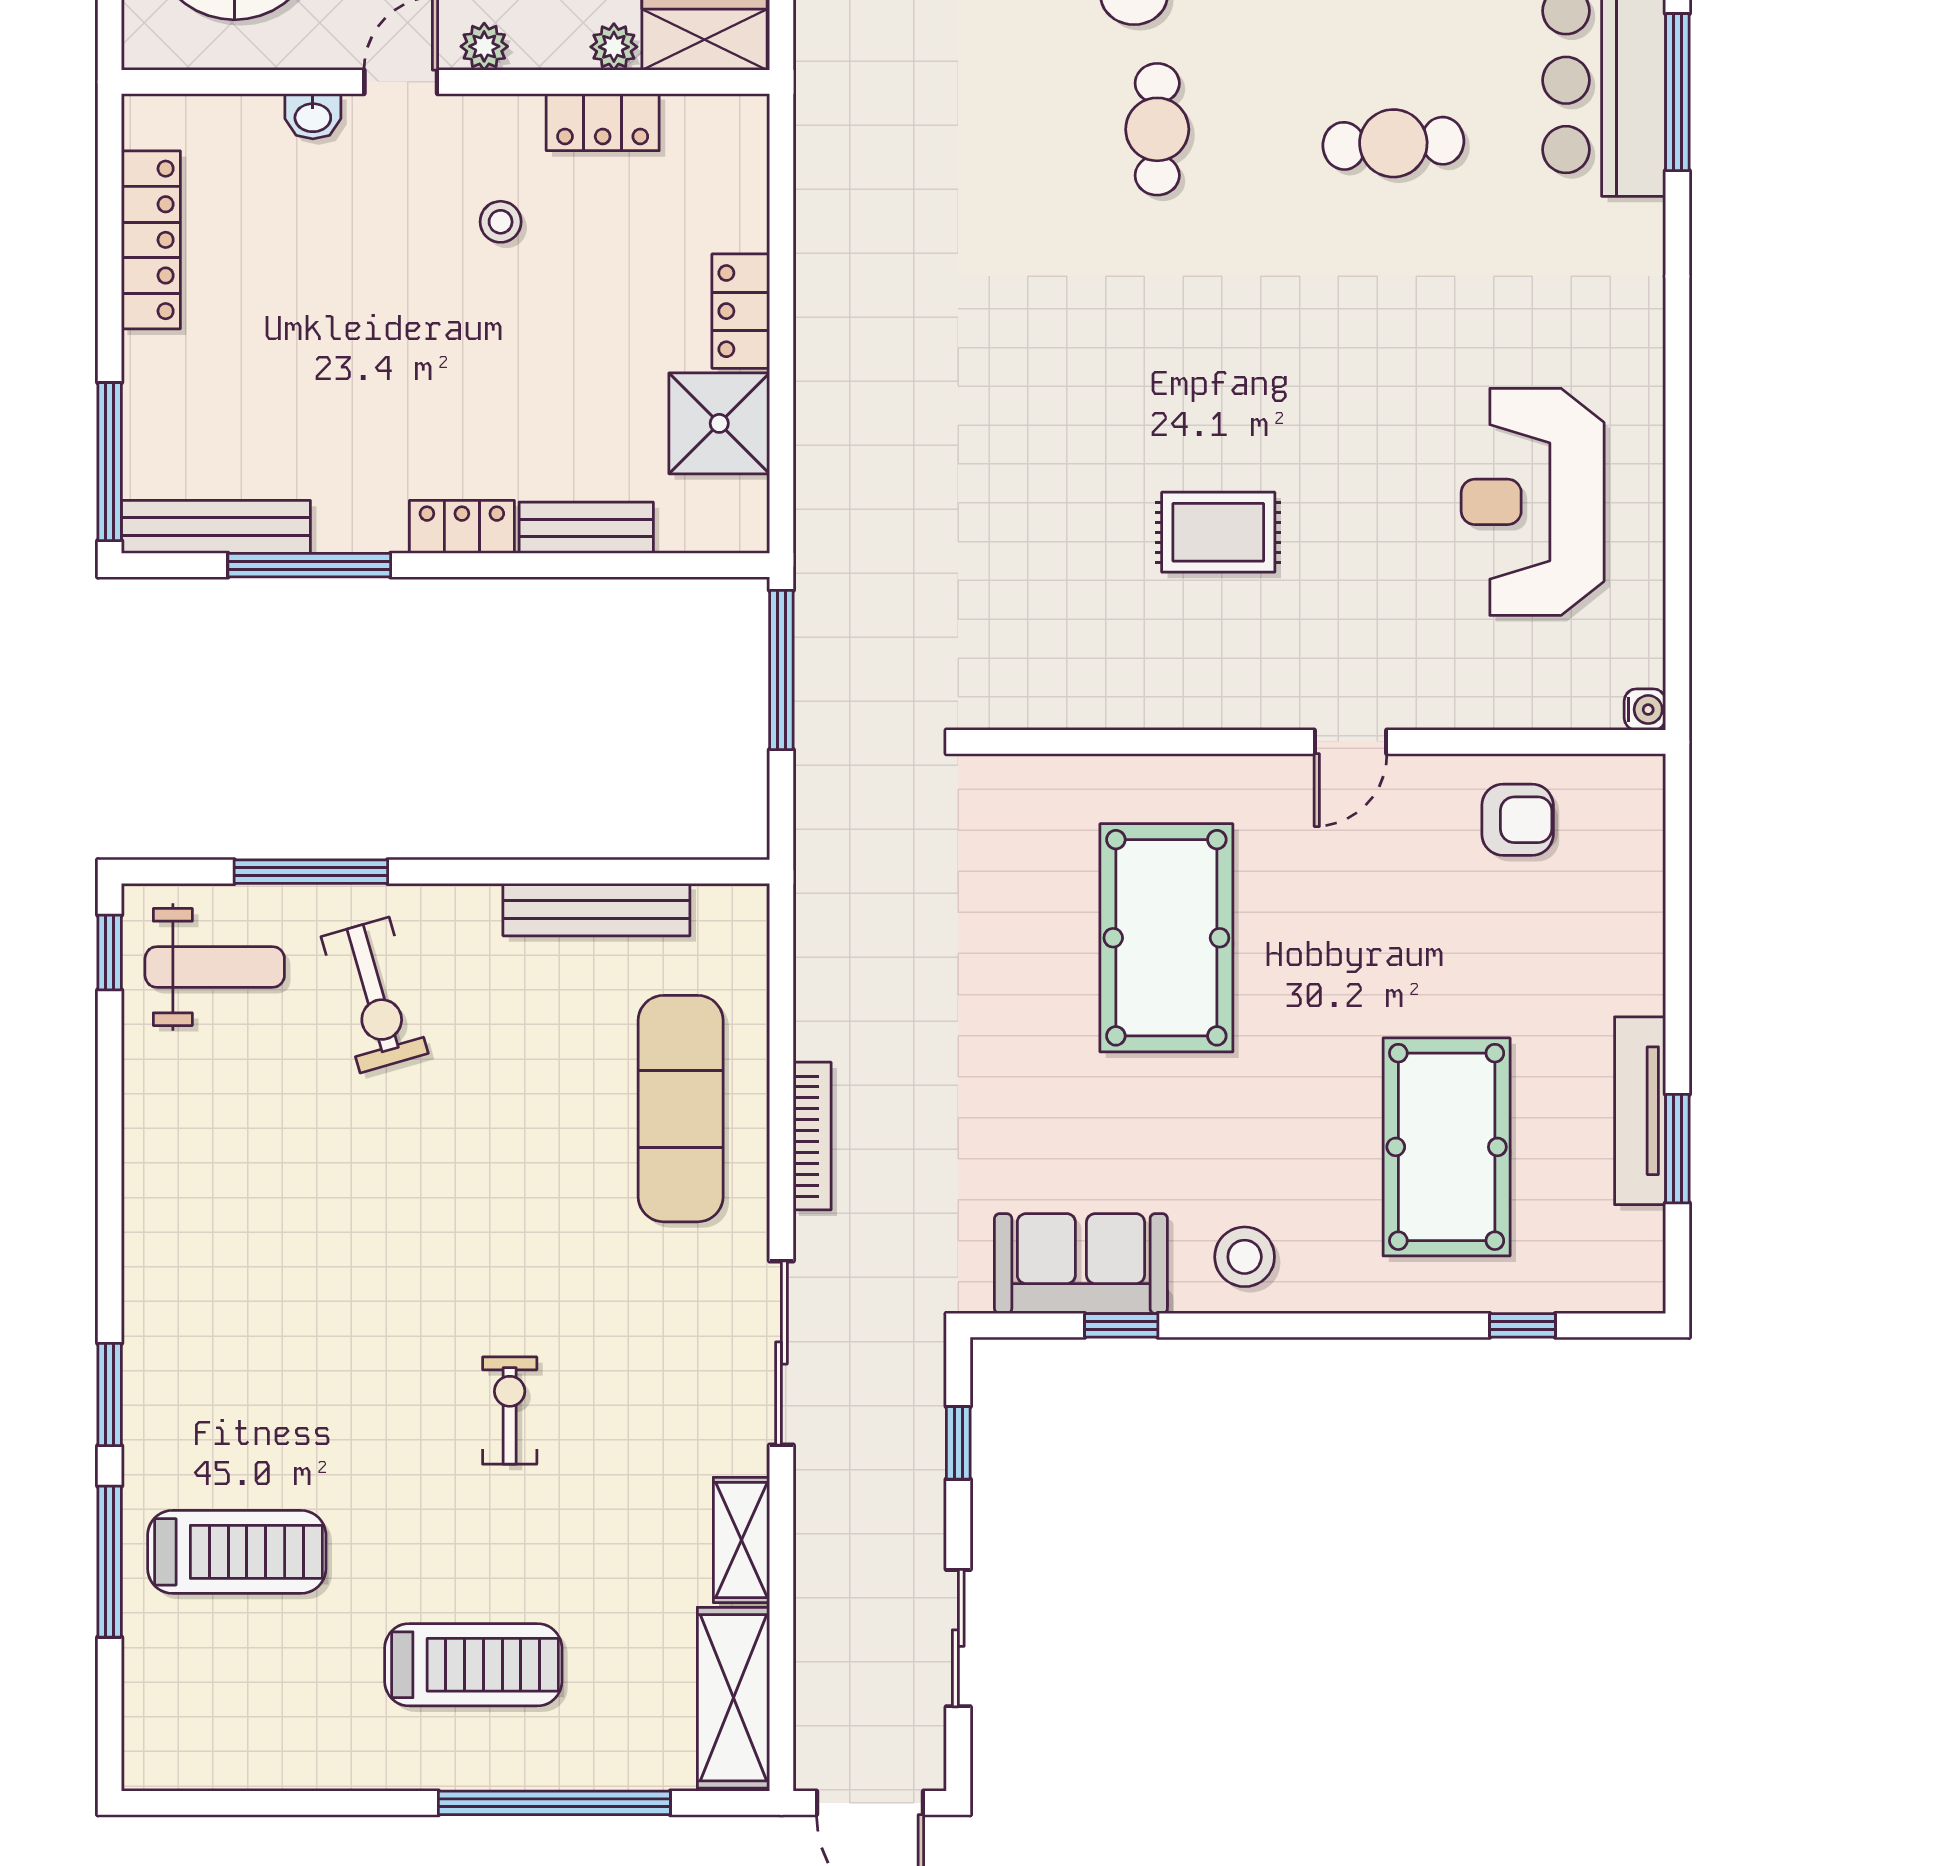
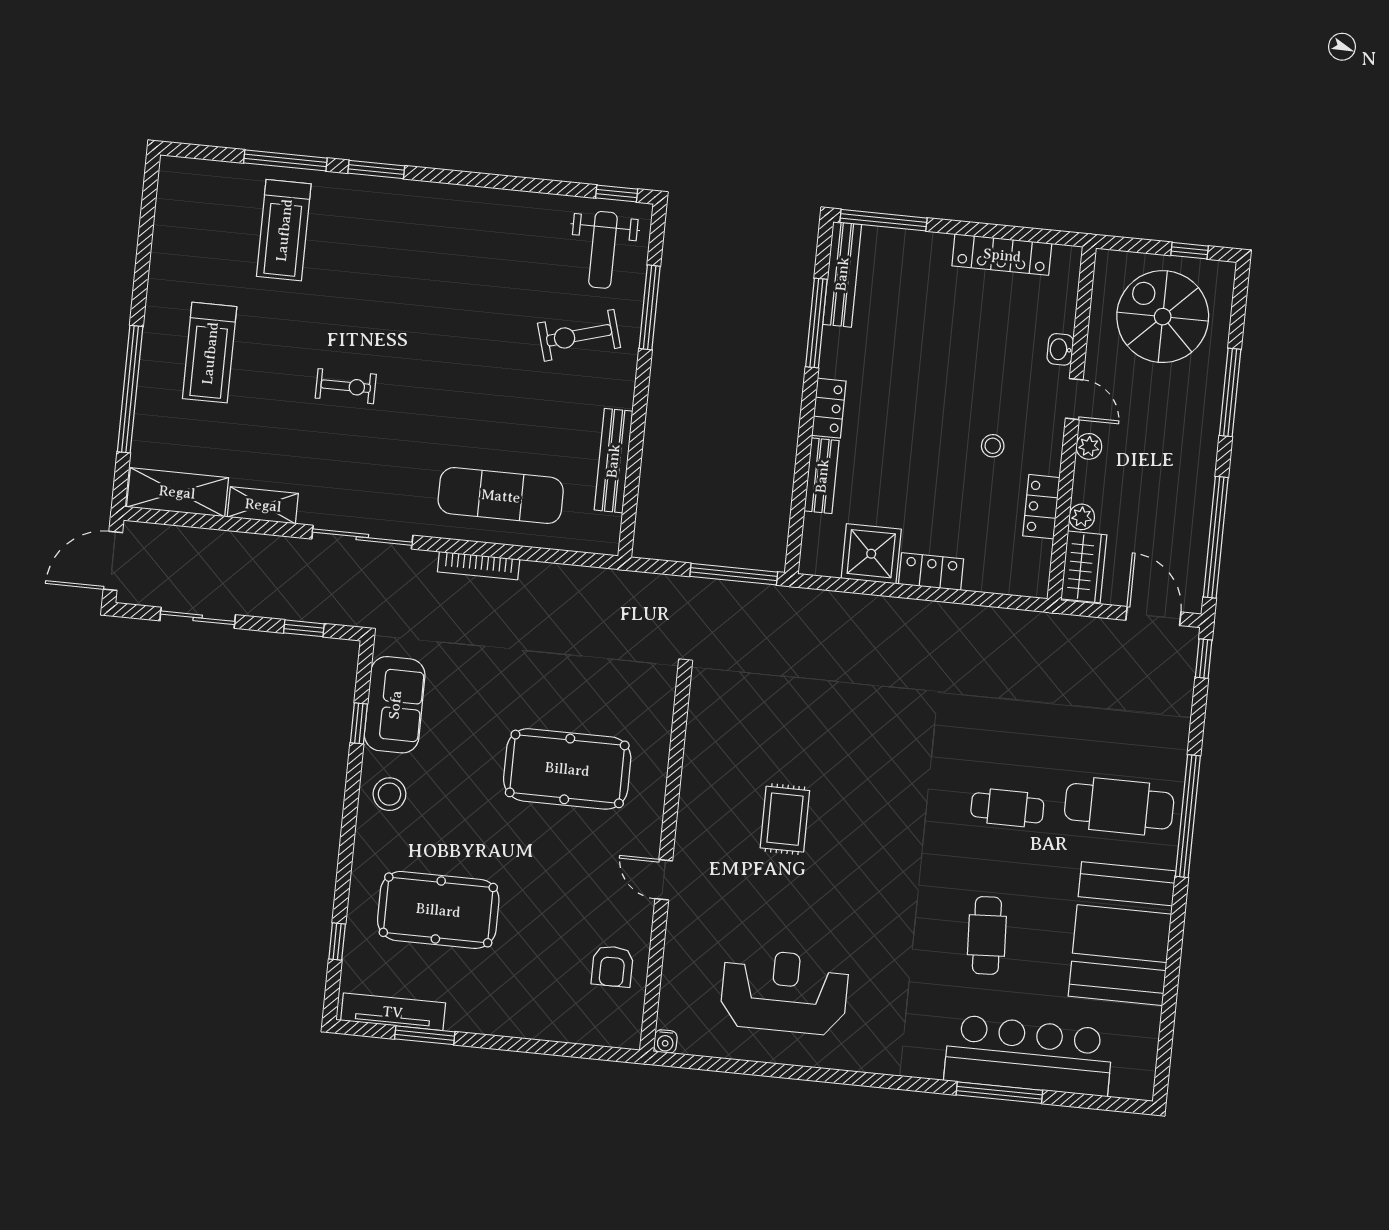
tv unit: (1640, 1111) -> (393, 1012), moved

